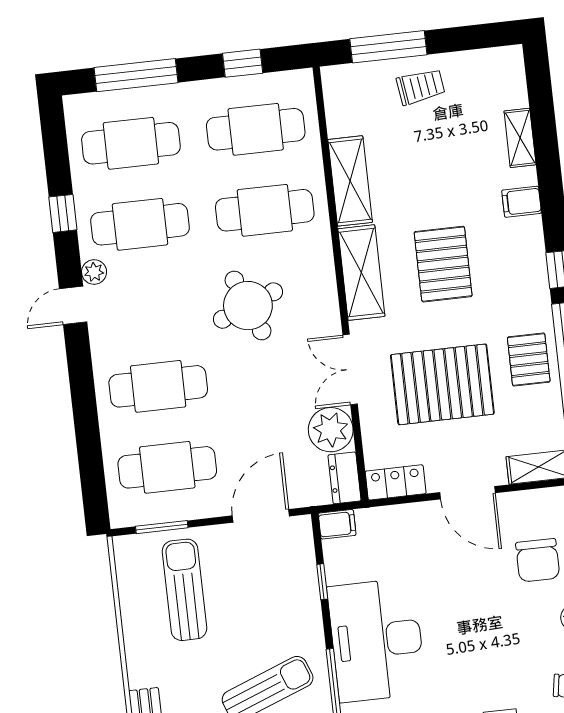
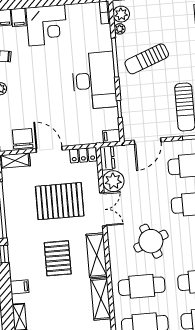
pallet: (529, 359) -> (18, 212), removed
chair: (538, 560) -> (23, 139), moved

